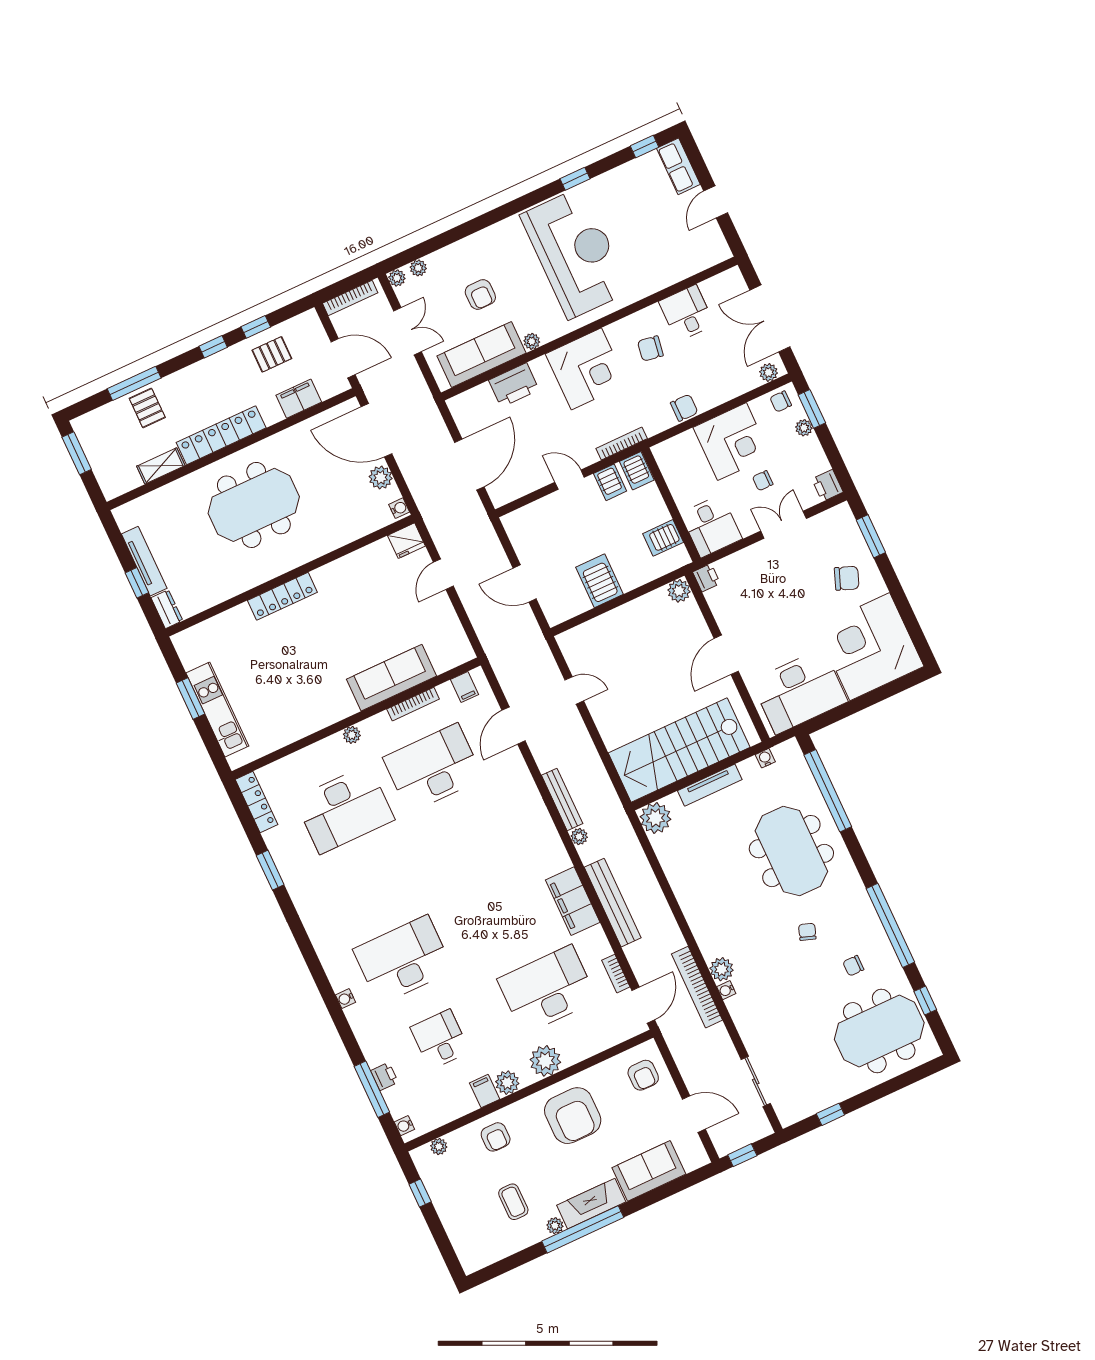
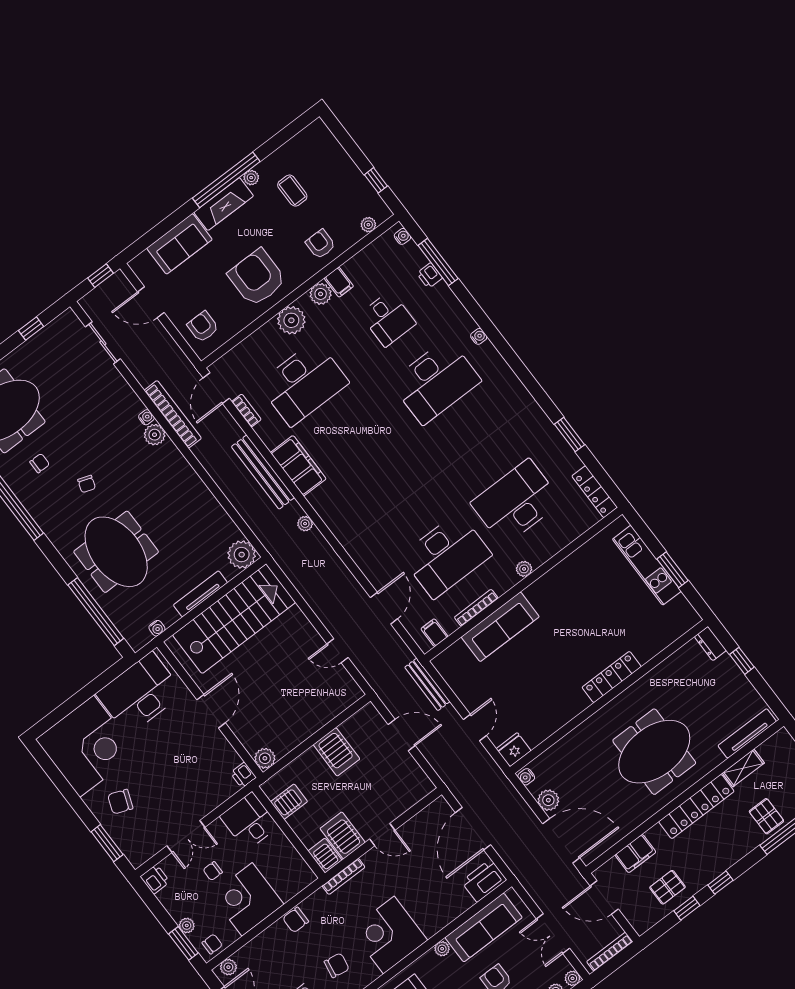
printer: (514, 385) -> (484, 881), moved
chair: (763, 481) -> (213, 871), turned 180
server rack: (610, 482) -> (343, 835), width x1.36, depth x1.44
tv unit: (144, 561) -> (747, 733), moved, turned 90
bench: (562, 799) -> (427, 684), moved

